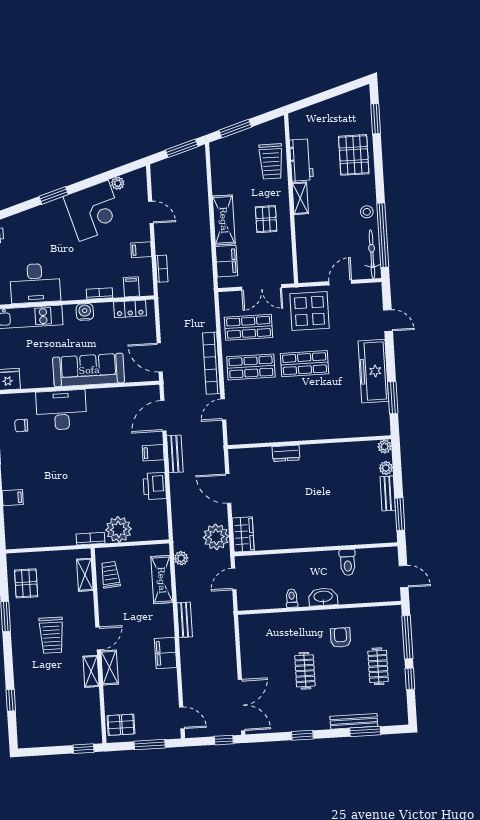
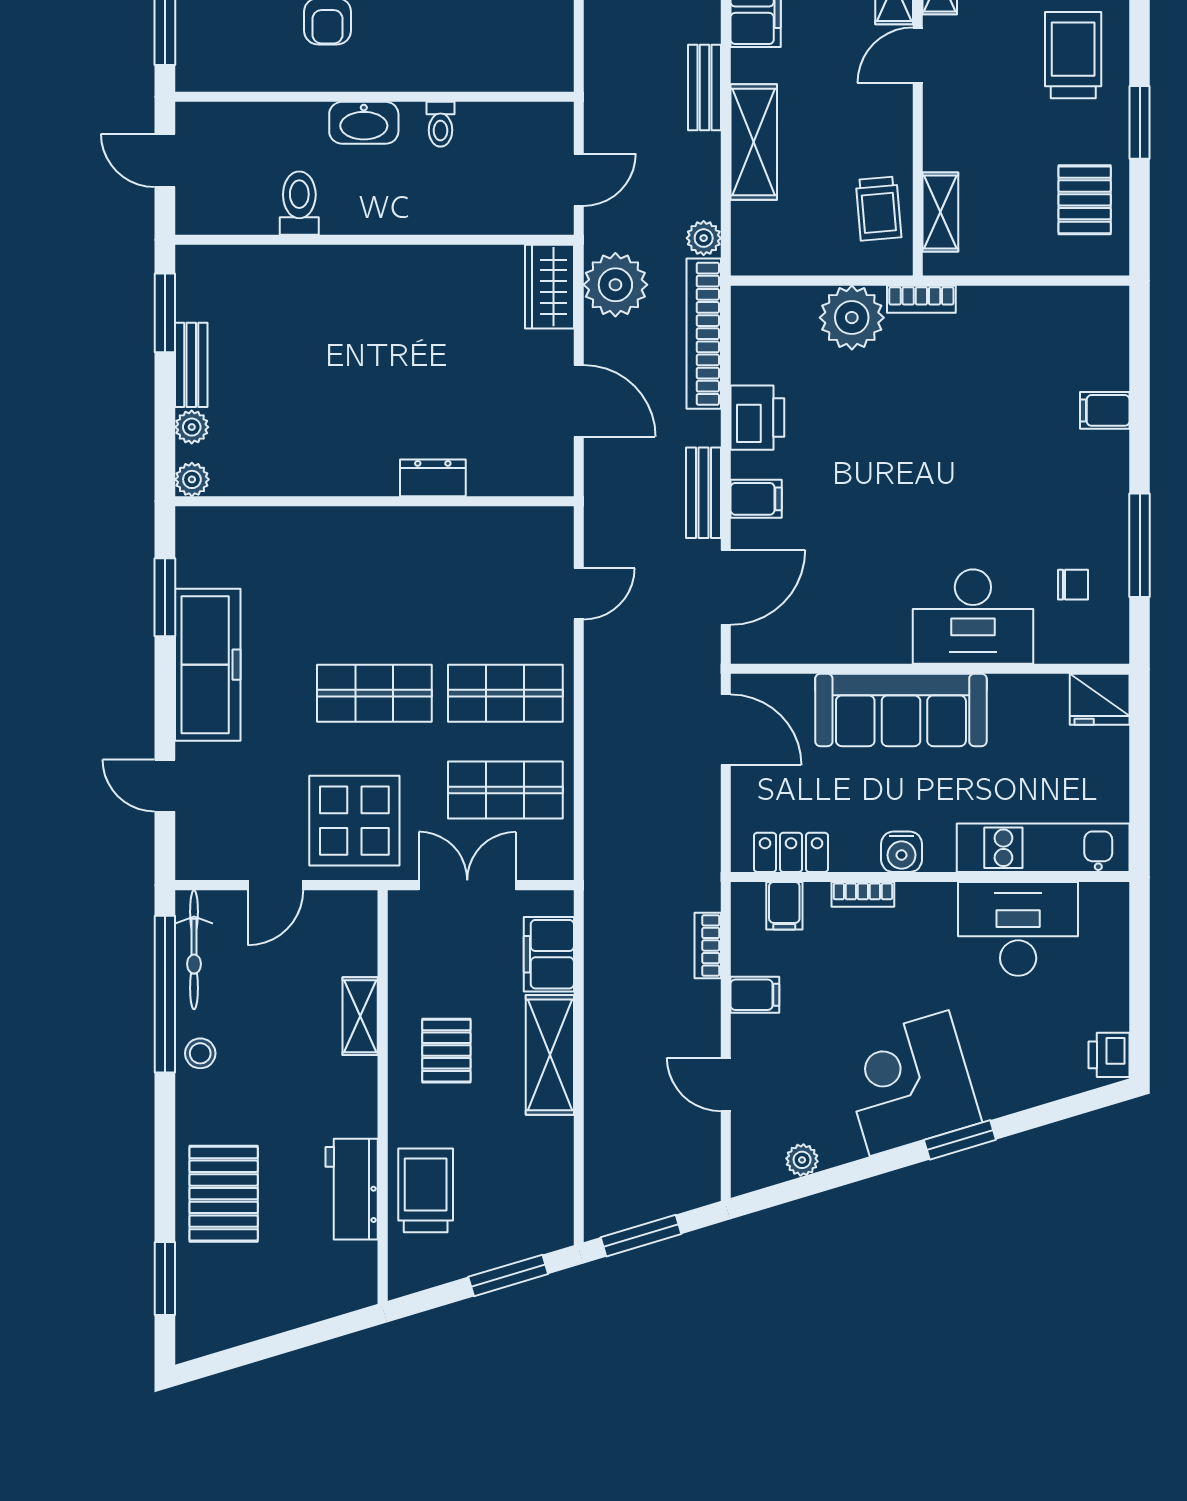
shelving: (300, 198) -> (360, 1016), moved
corner desk: (94, 211) -> (909, 1083), moved
bookcase: (212, 363) -> (704, 334), moved, turned 180
shelving: (162, 580) -> (754, 142), moved
trolley: (52, 635) -> (1073, 55), moved

